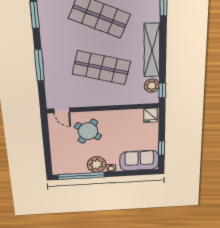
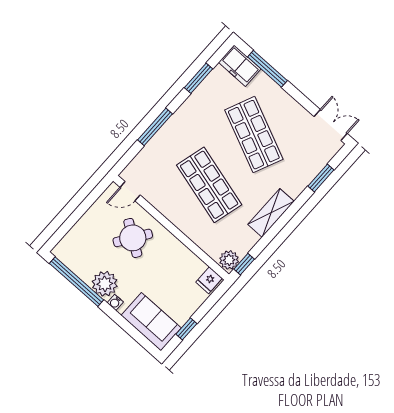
shelving: (152, 50) -> (271, 213), width x0.68
plant: (152, 86) -> (229, 260), moved
door: (62, 110) -> (130, 191), hinge flipped

